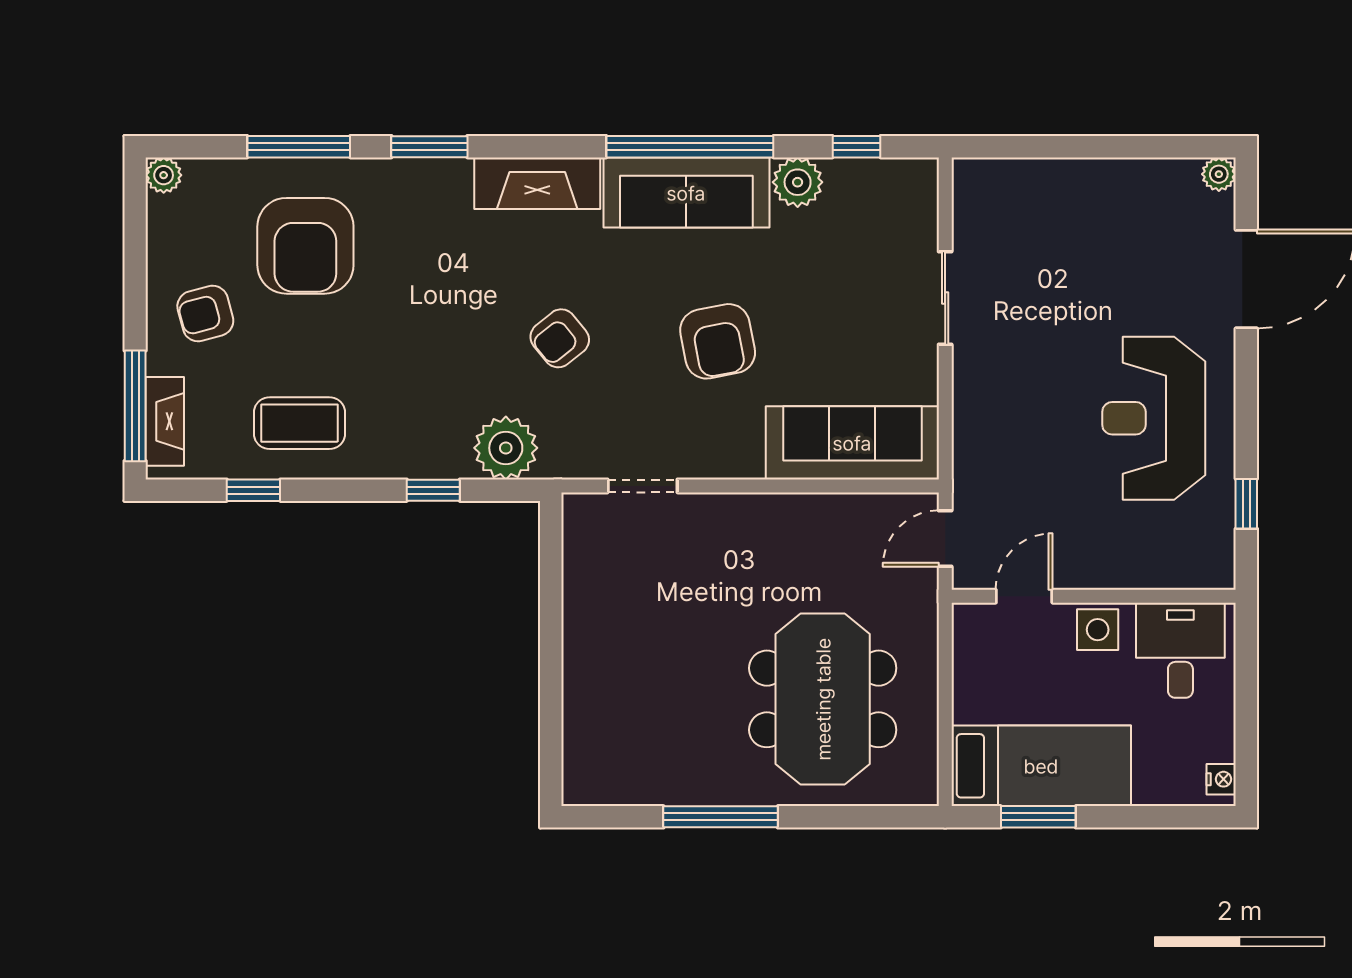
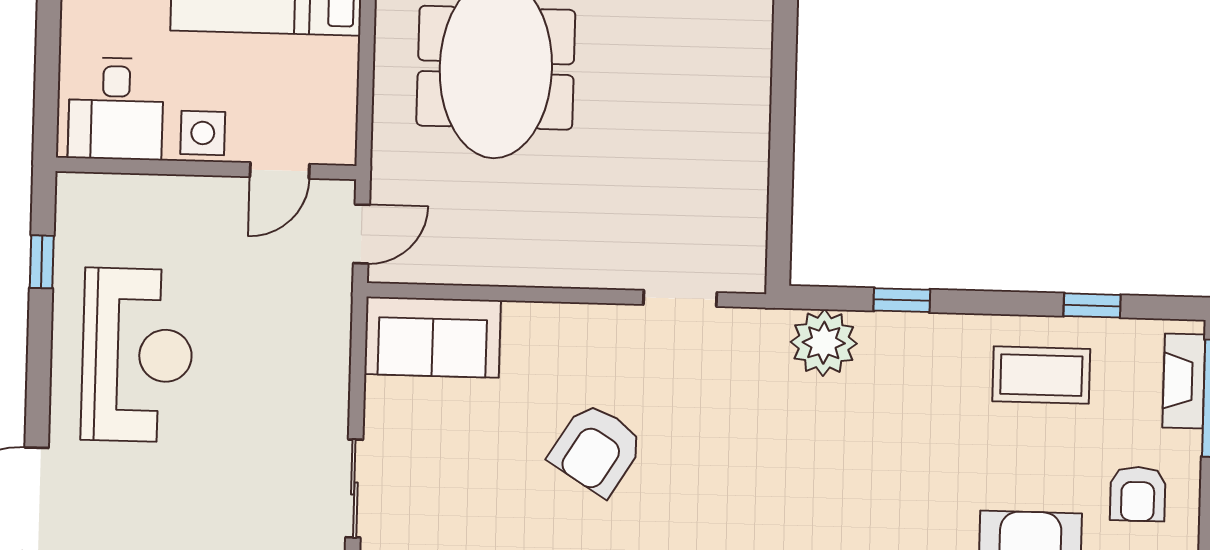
armchair: (205, 313) -> (1138, 494), turned 105
armchair: (560, 338) -> (763, 457), removed
armchair: (718, 341) -> (596, 449), turned -137
sofa: (852, 443) -> (433, 337), width x0.73

